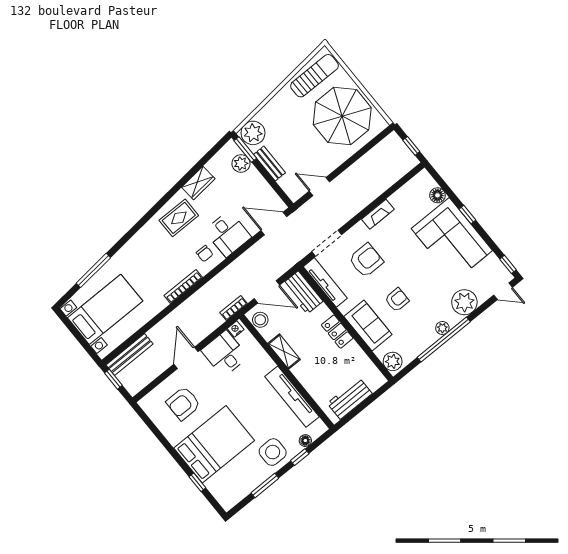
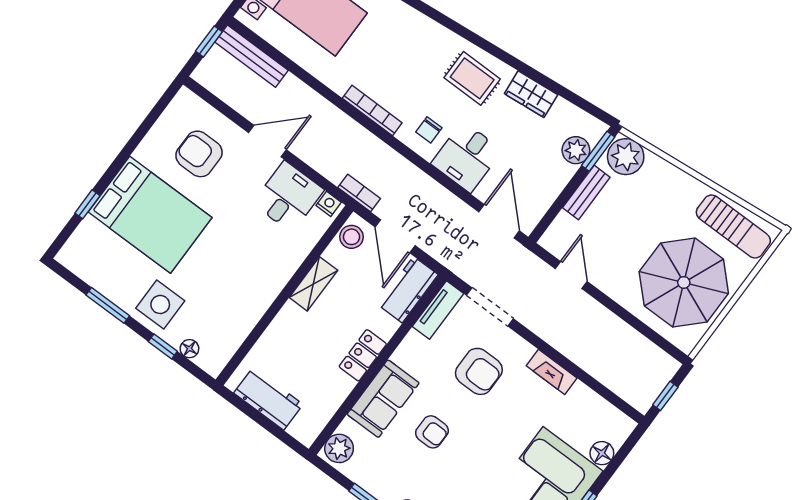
tv unit: (325, 282) -> (438, 310), width x0.71
tv unit: (292, 397) -> (250, 312), removed

